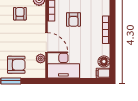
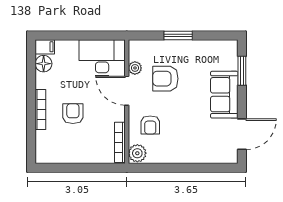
armchair: (20, 14) -> (150, 125), moved
armchair: (73, 19) -> (73, 114), moved
armchair: (16, 65) -> (165, 79), moved

